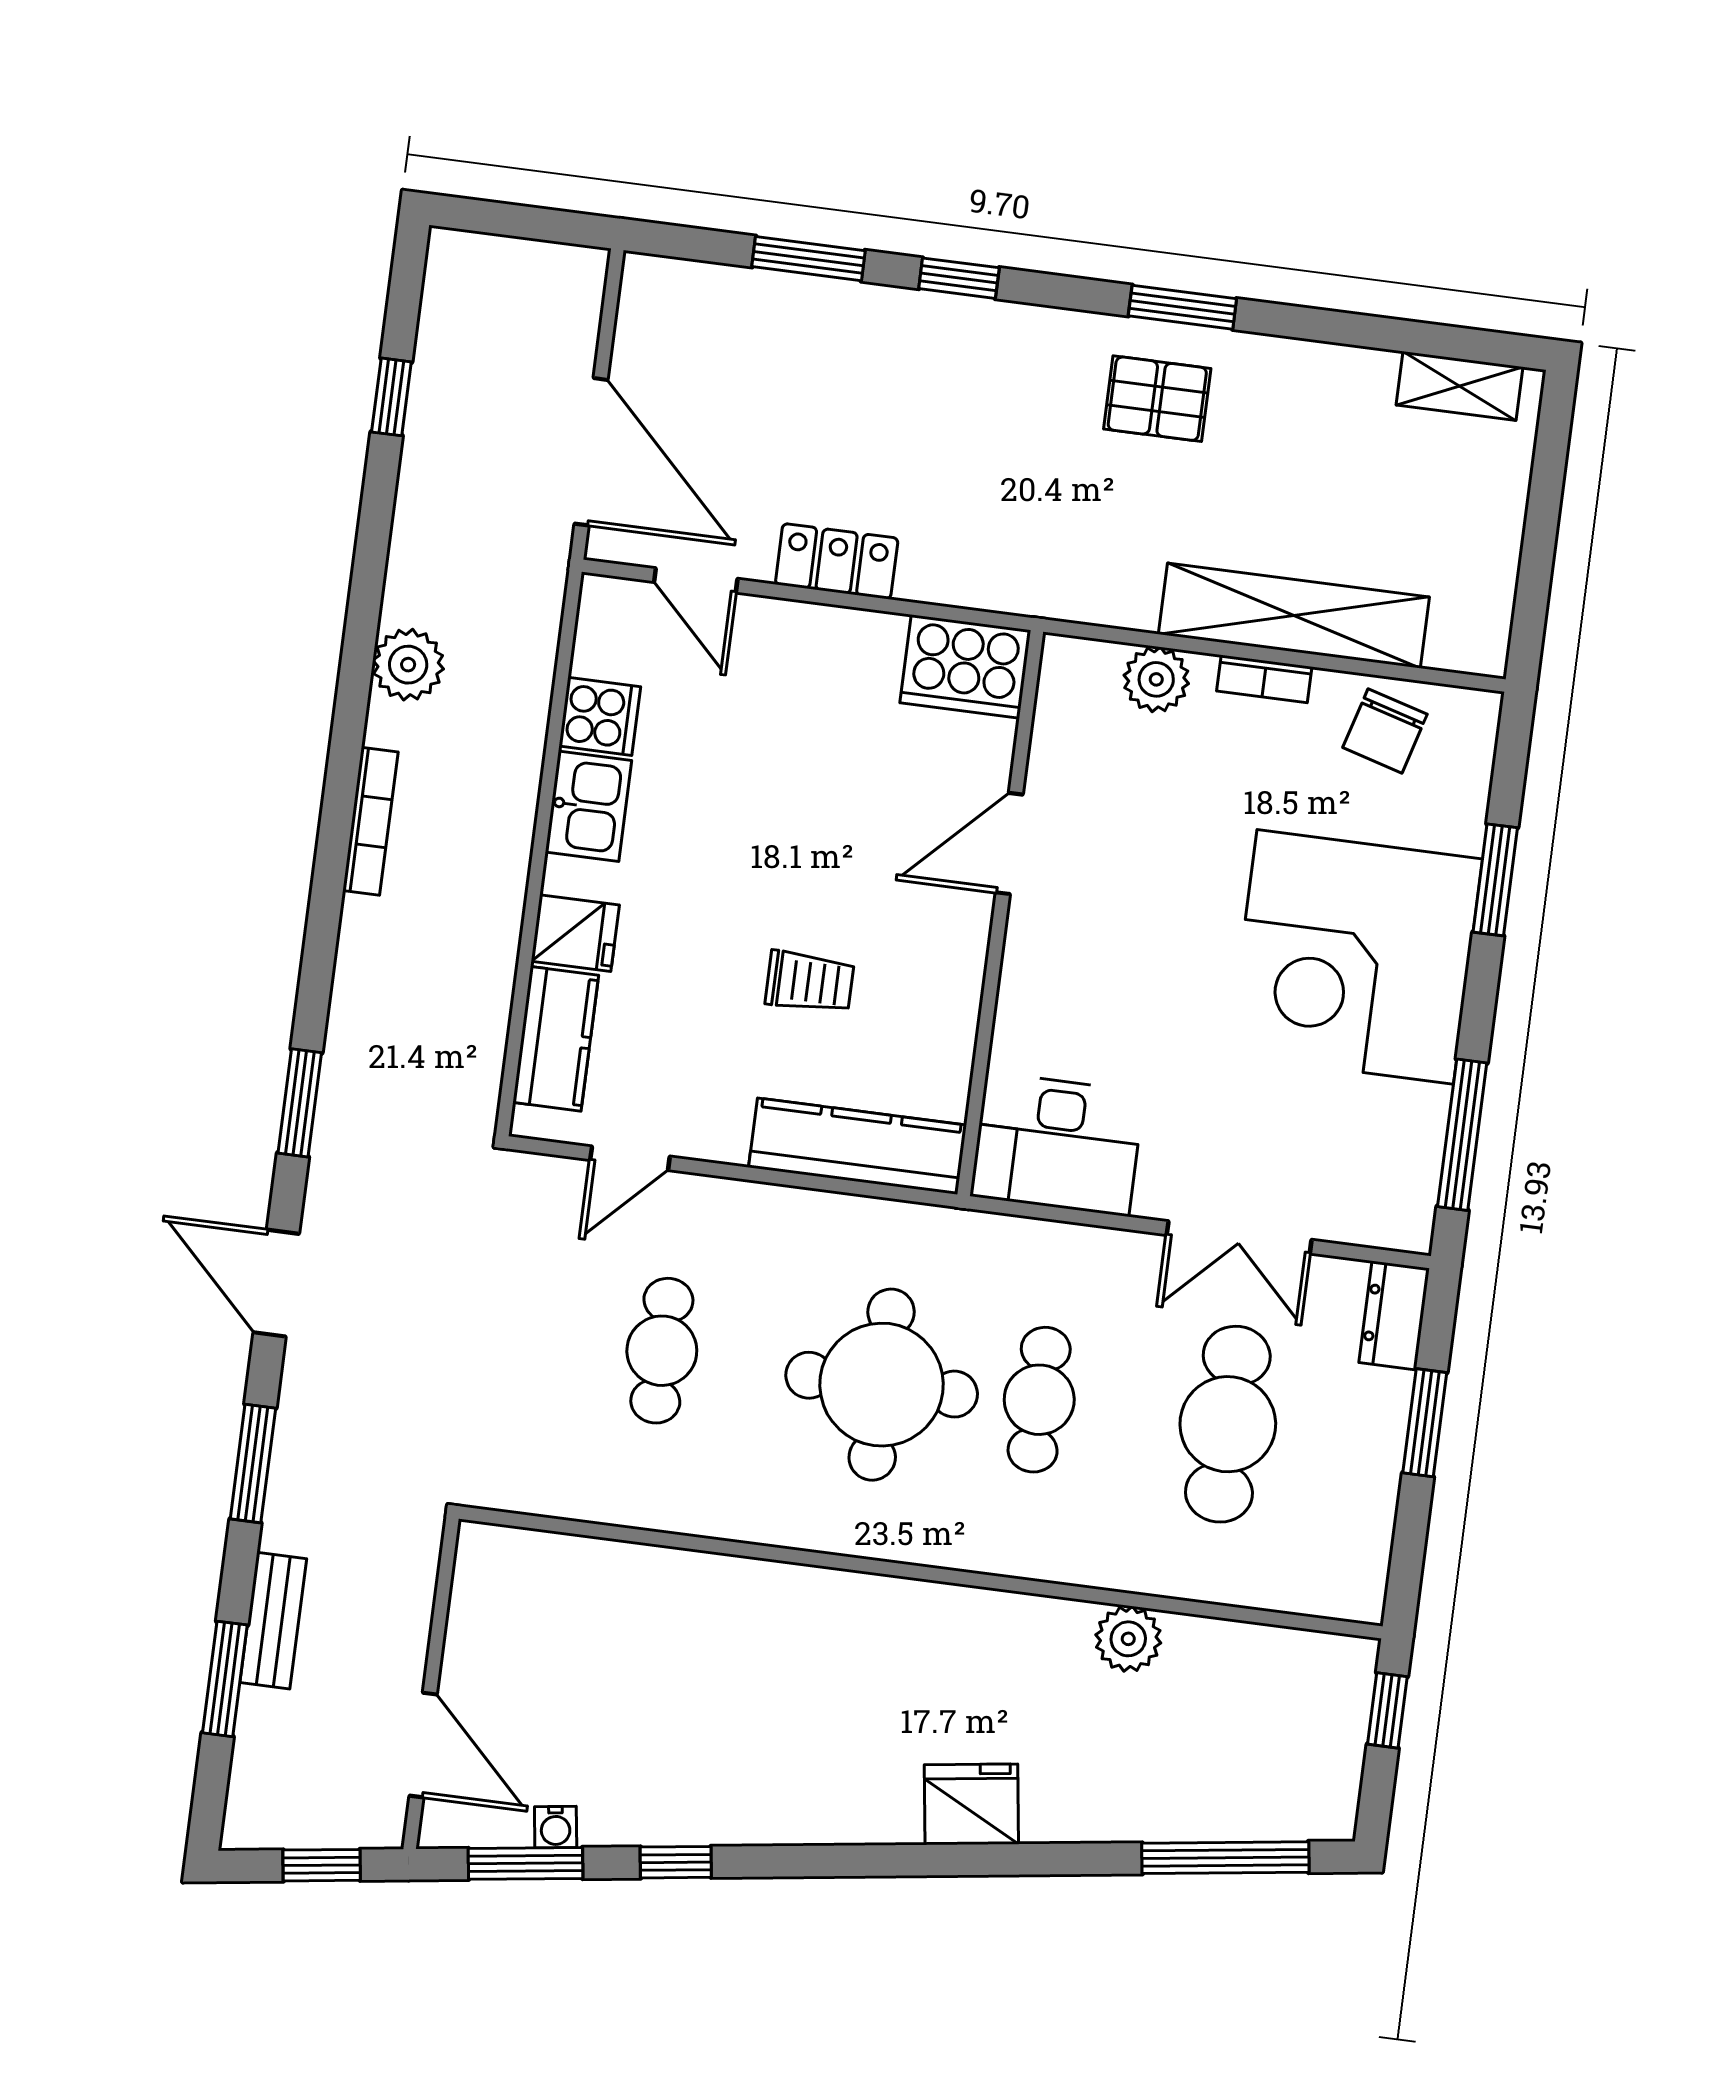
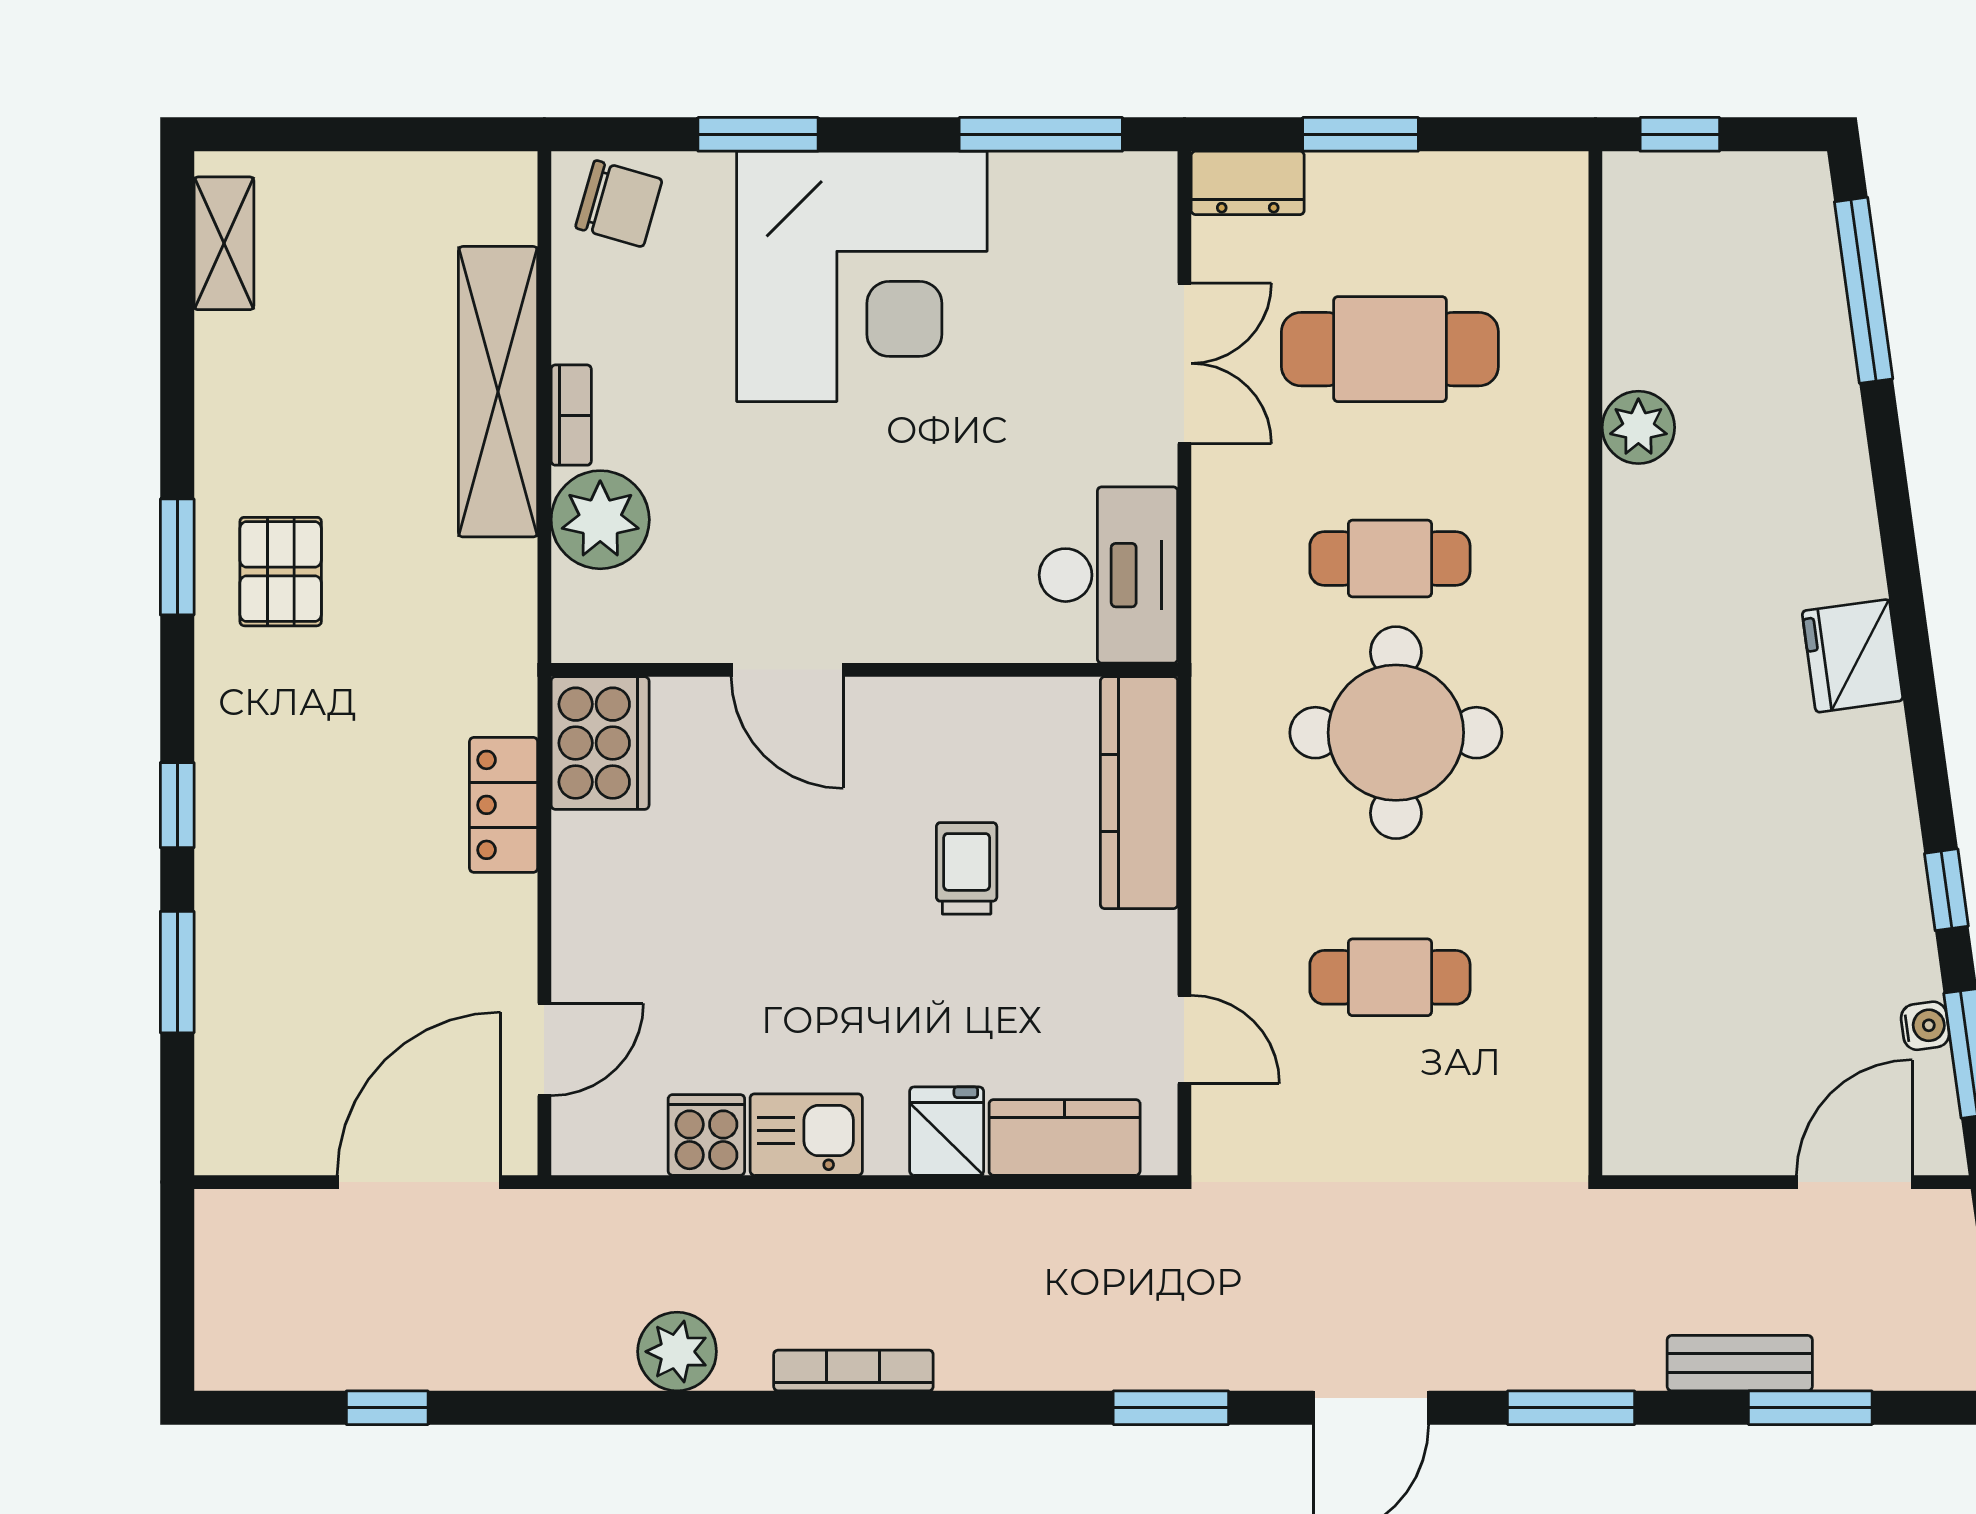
locker: (837, 561) -> (504, 805), moved
plant: (1156, 679) -> (600, 520), width x1.36, depth x1.36
chair: (1385, 731) -> (619, 204), moved
fridge: (971, 1804) -> (1853, 656), moved

